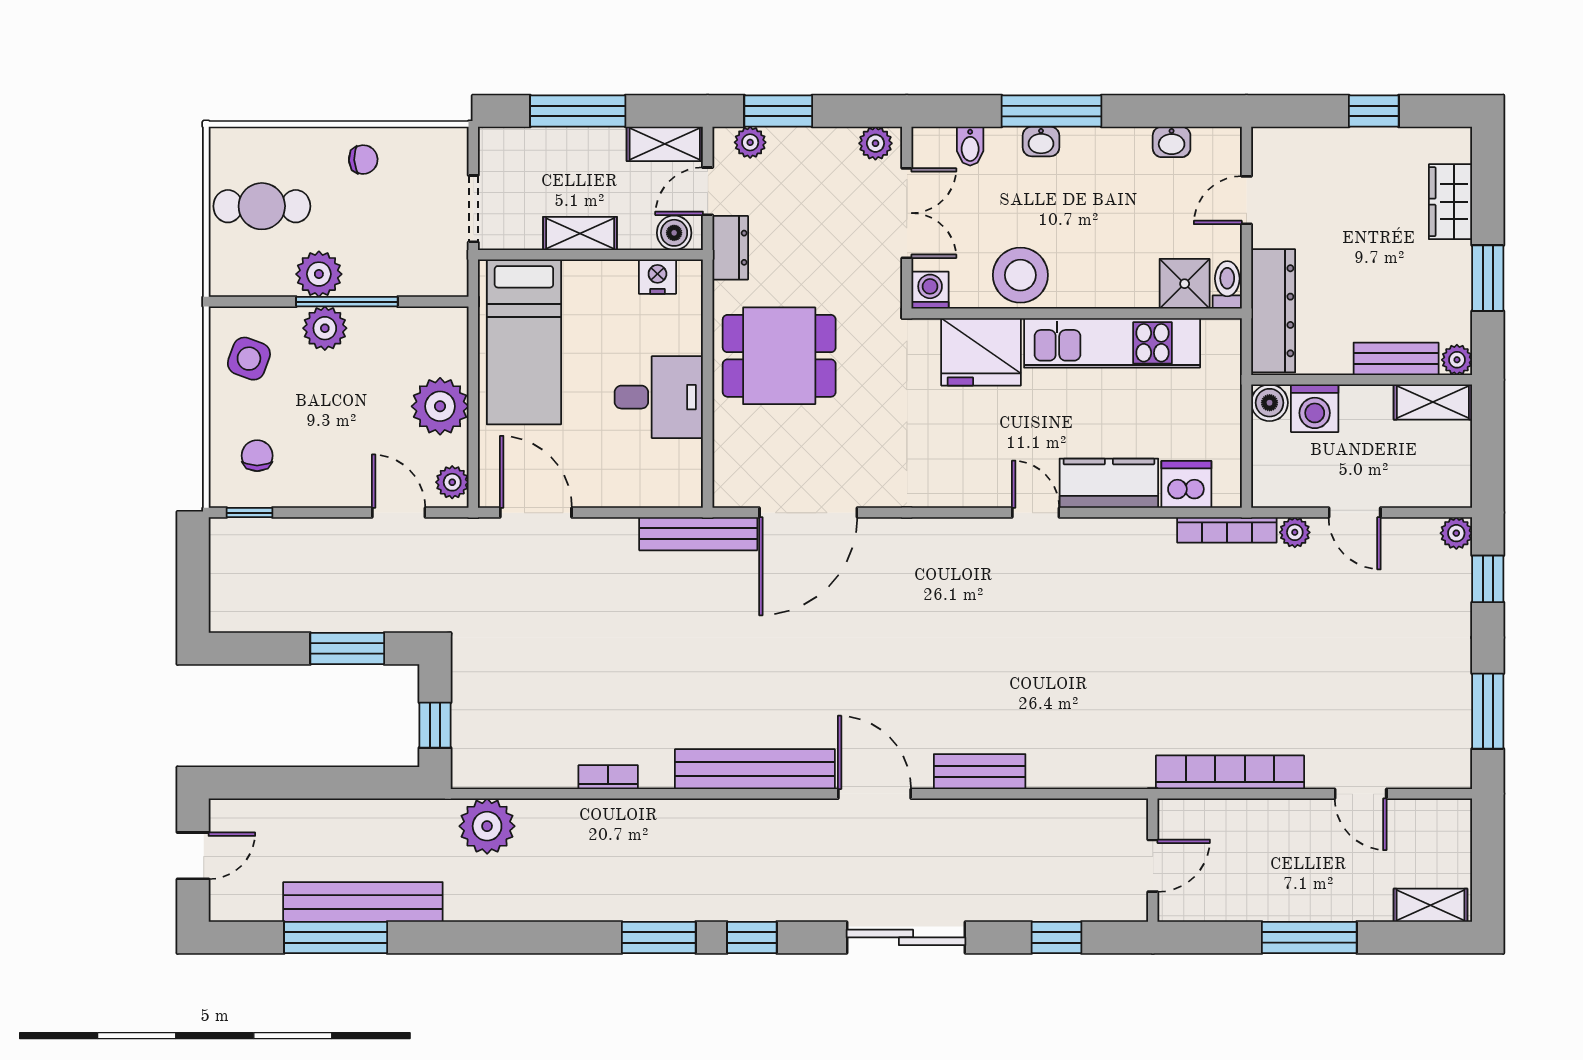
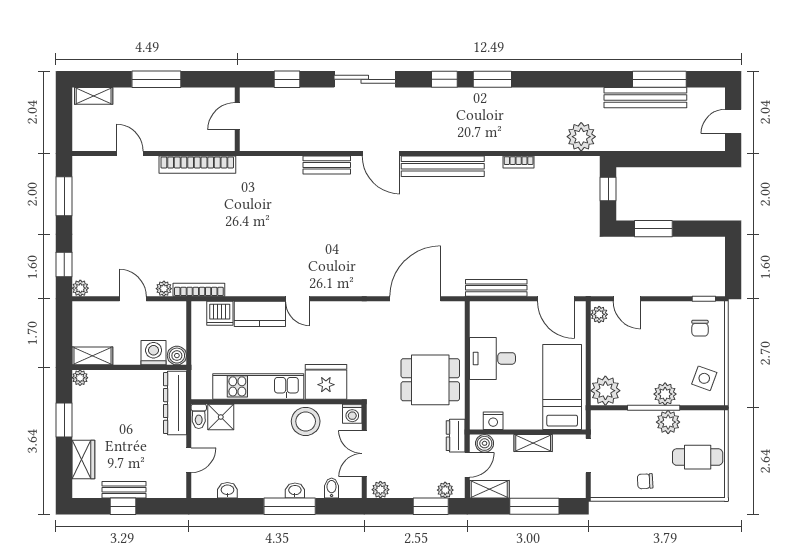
bench: (1396, 359) -> (124, 490), moved
plant: (440, 406) -> (605, 391), moved
bench: (698, 534) -> (496, 288), moved

